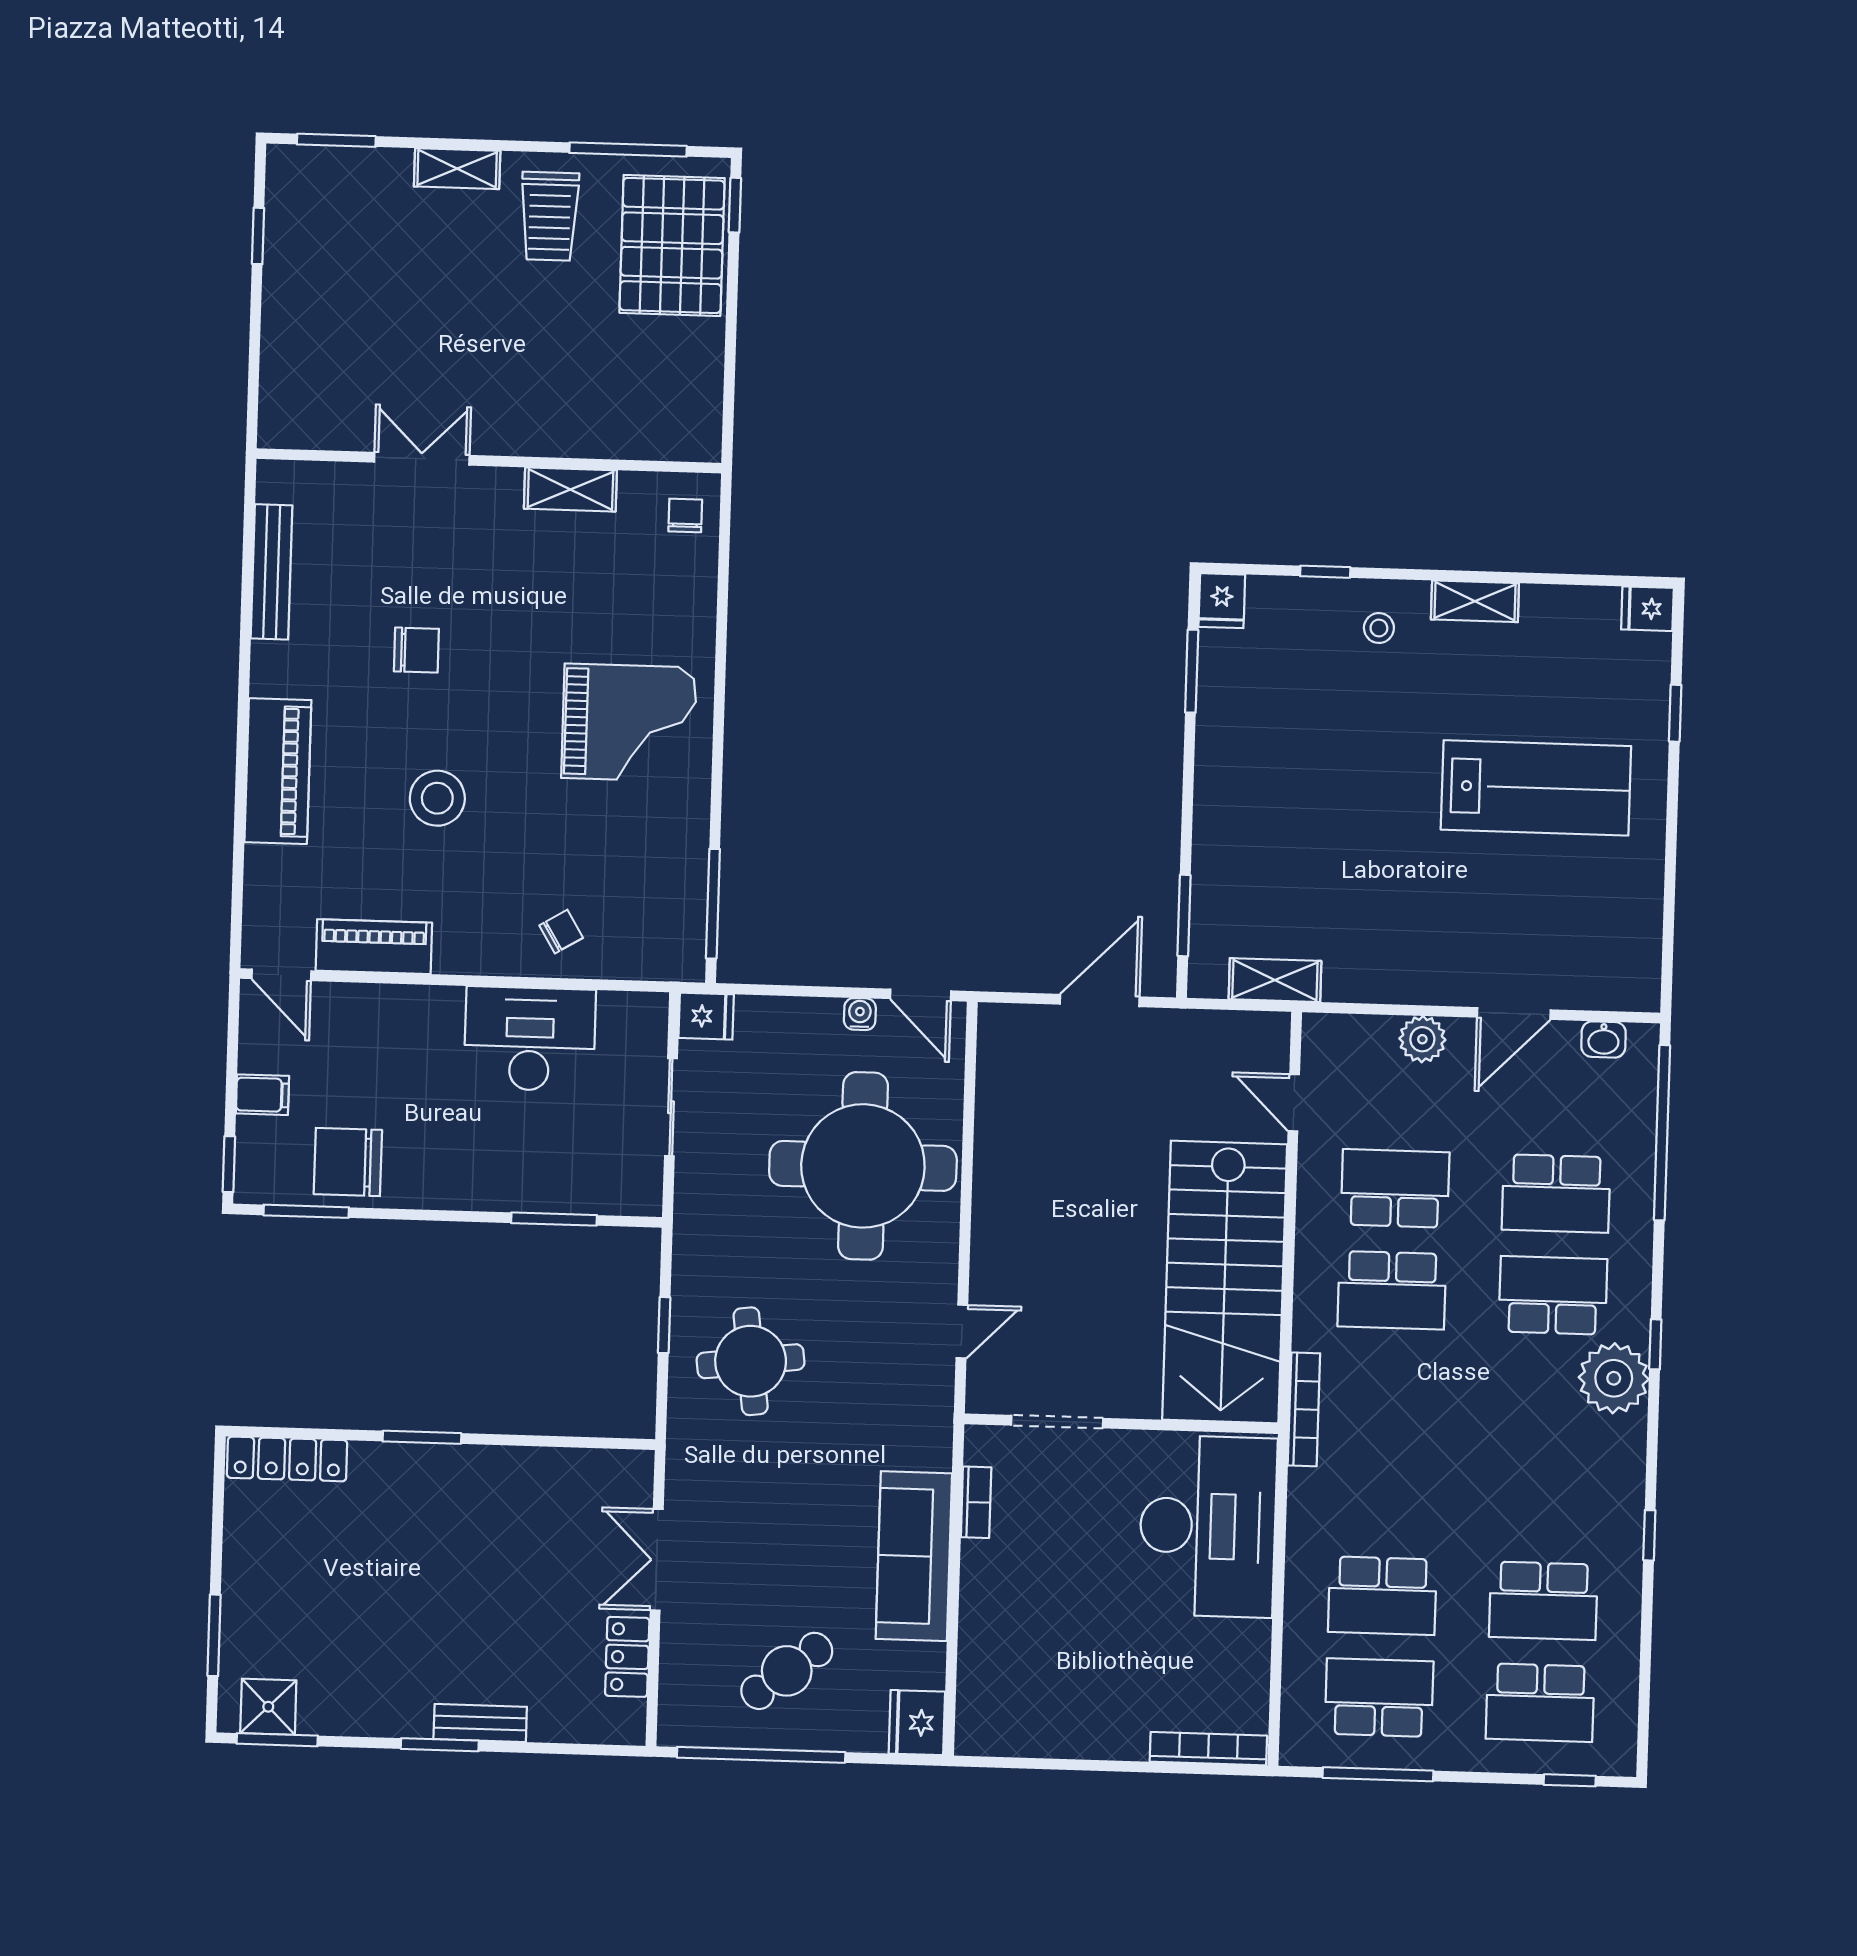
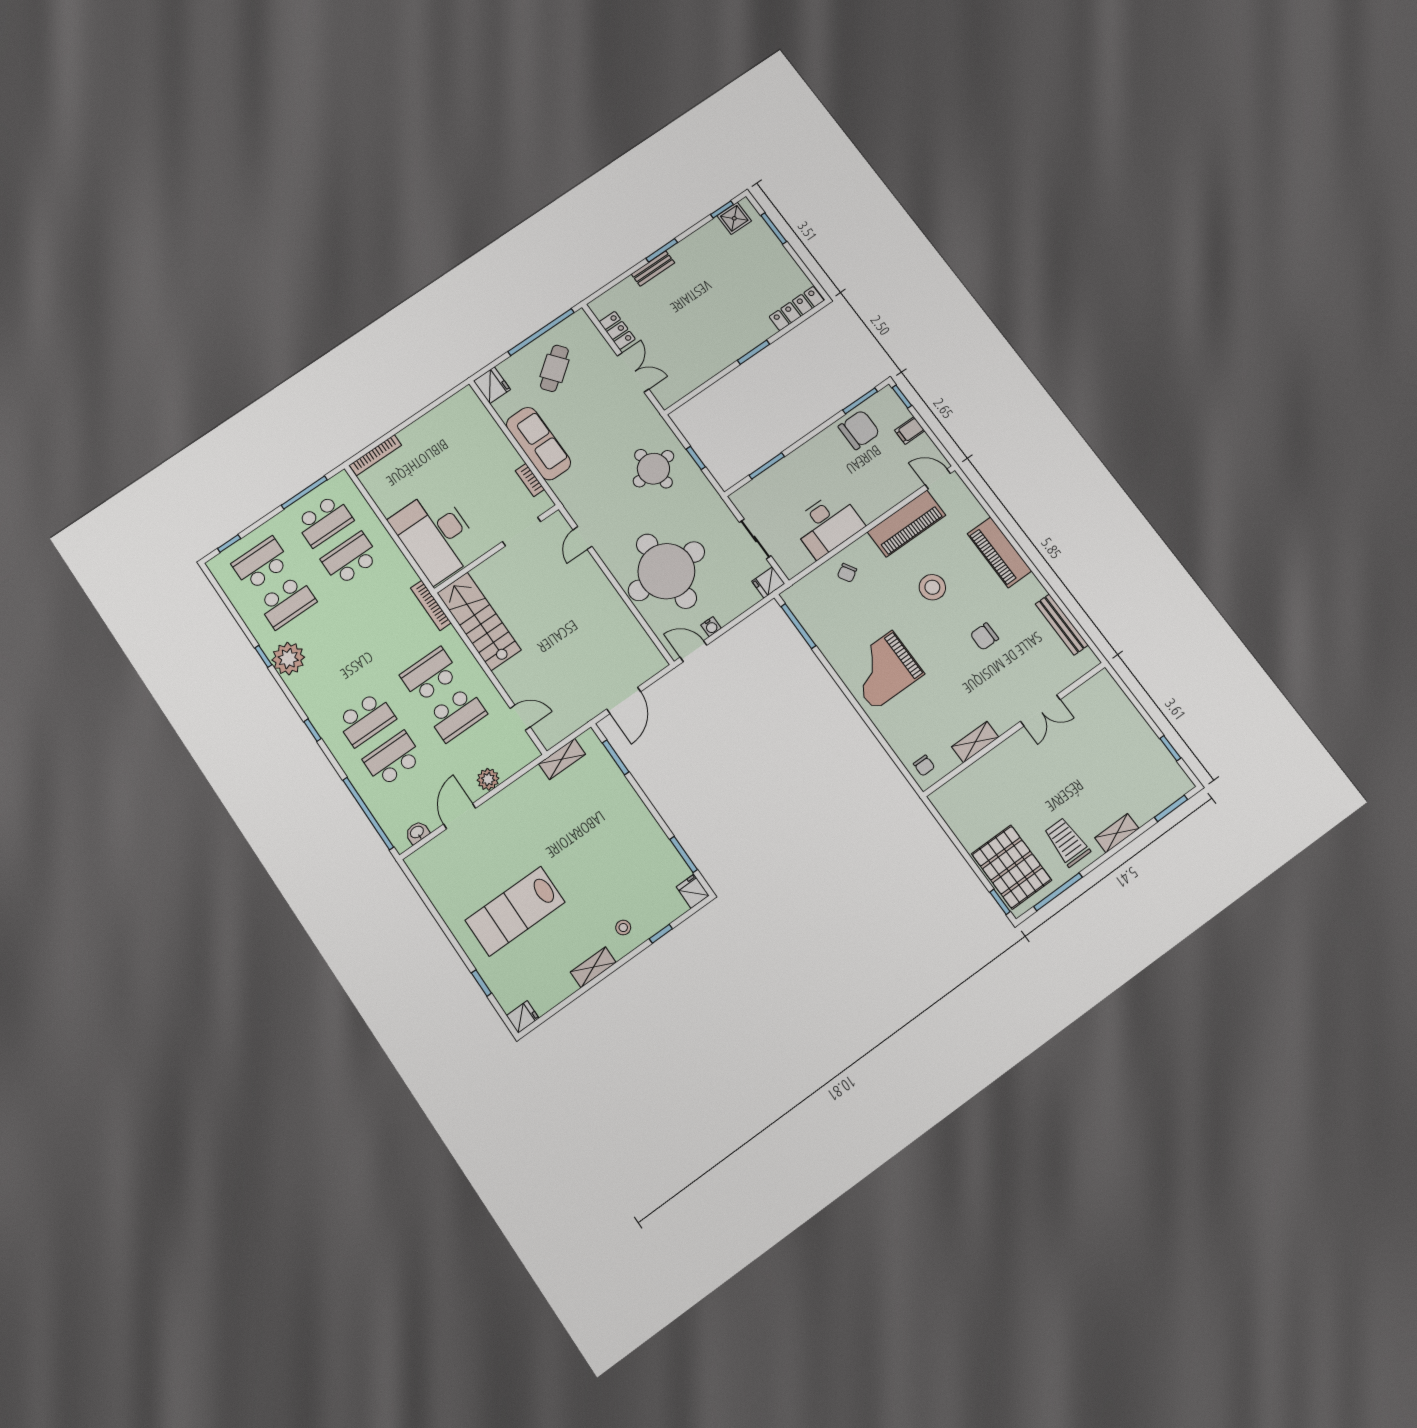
piano: (374, 947) -> (906, 524), width x1.37, depth x1.33
stairs: (1225, 1282) -> (479, 621), width x0.73, depth x0.66
plant: (1614, 1378) -> (288, 659), moved
school desk: (1543, 1601) -> (287, 602), turned 180
window: (277, 1740) -> (722, 209), width x0.67

